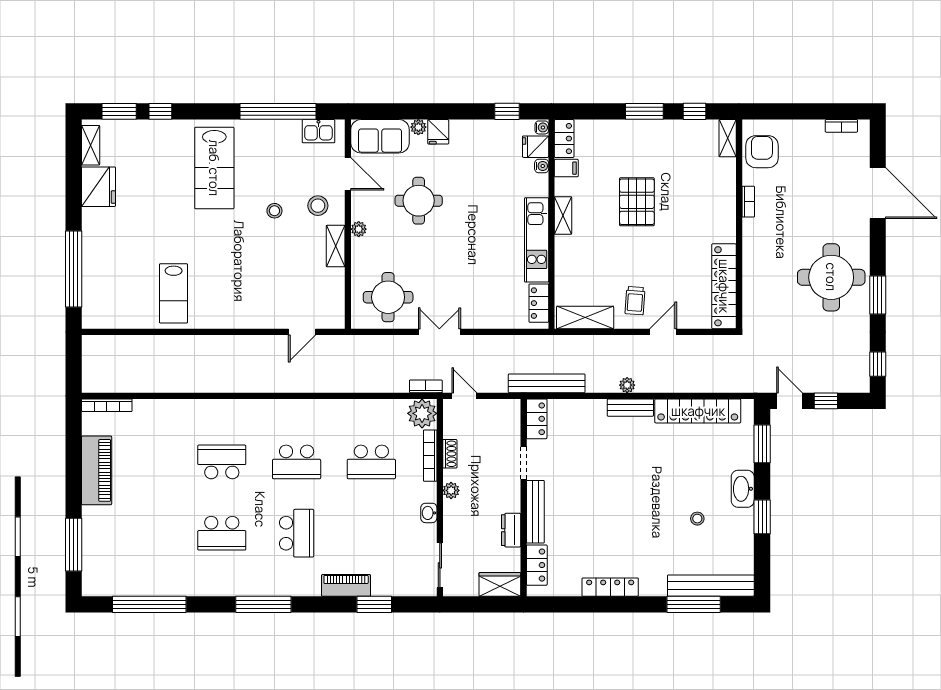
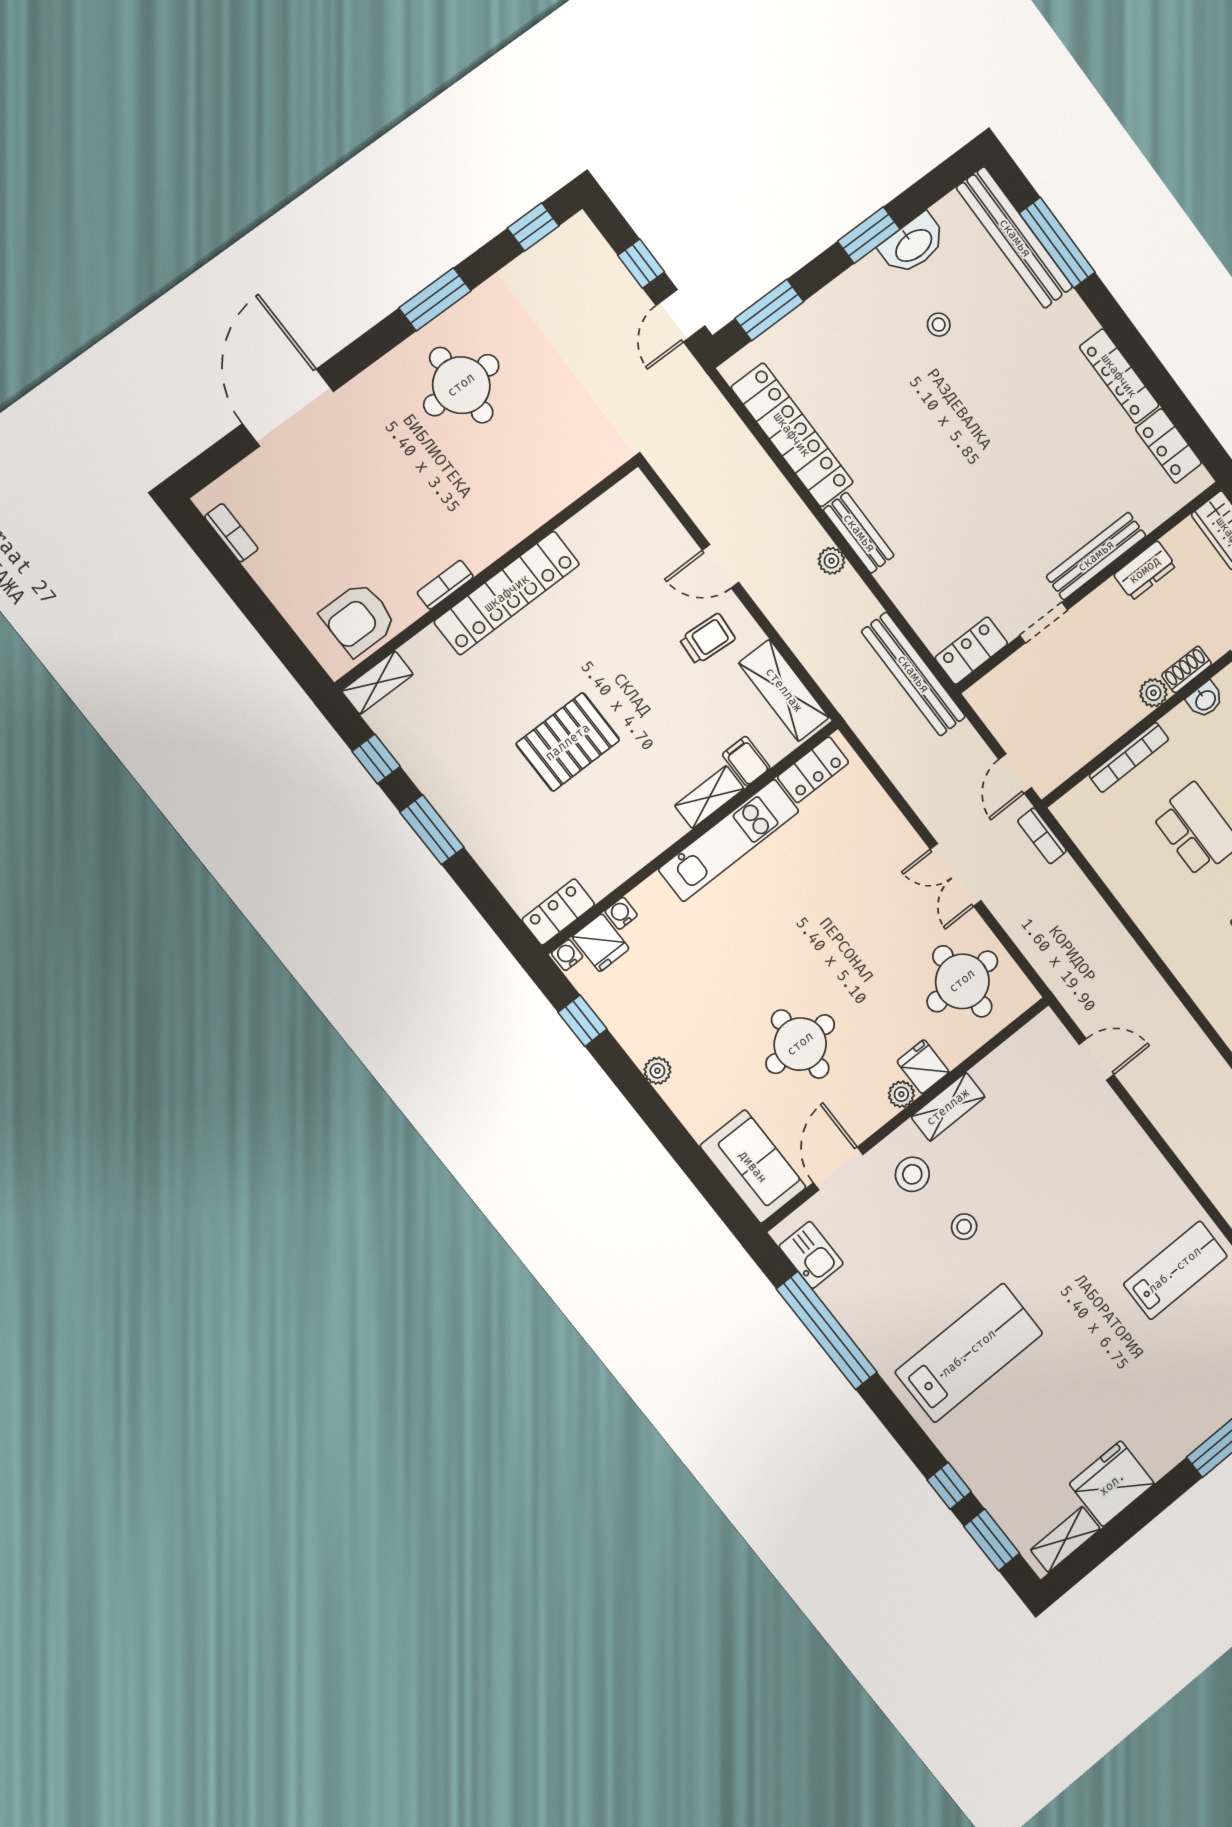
plant: (418, 127) -> (657, 1071), moved
fridge: (438, 132) -> (923, 1067), moved, turned -90
filing cabinet: (566, 168) -> (746, 761), moved
shelving: (563, 215) -> (709, 797), moved
round table: (831, 277) -> (461, 385), width x0.73, depth x0.73
locker: (724, 286) -> (507, 593), moved
plant: (422, 413) -> (1082, 812), removed
shoe rack: (450, 454) -> (1187, 669), moved
washbasin: (743, 489) -> (913, 244), moved
locker: (537, 565) -> (1168, 446), moved, turned -90

